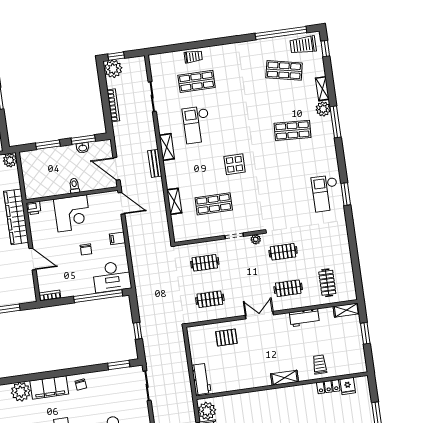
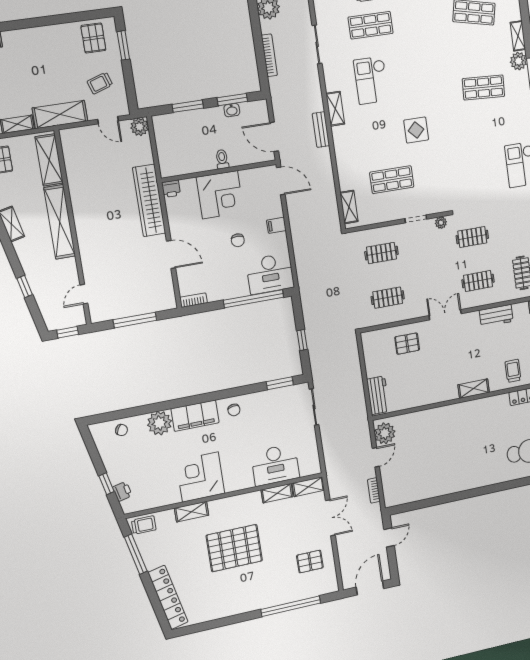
shelving: (174, 201) -> (349, 207), moved

